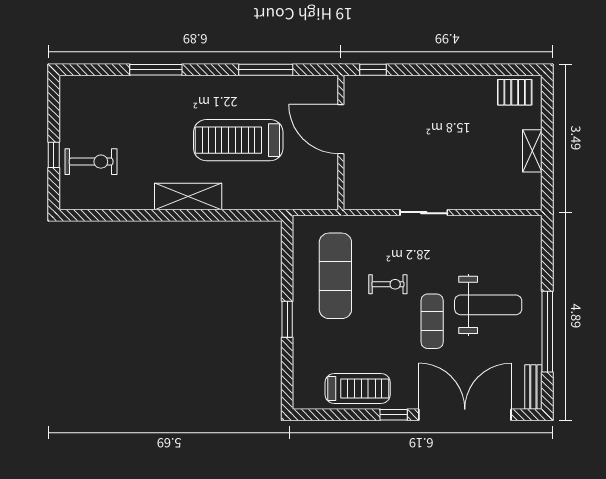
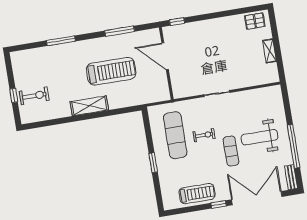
treadmill: (238, 140) -> (111, 71), turned 180
weight bench: (488, 305) -> (260, 137), turned 180

